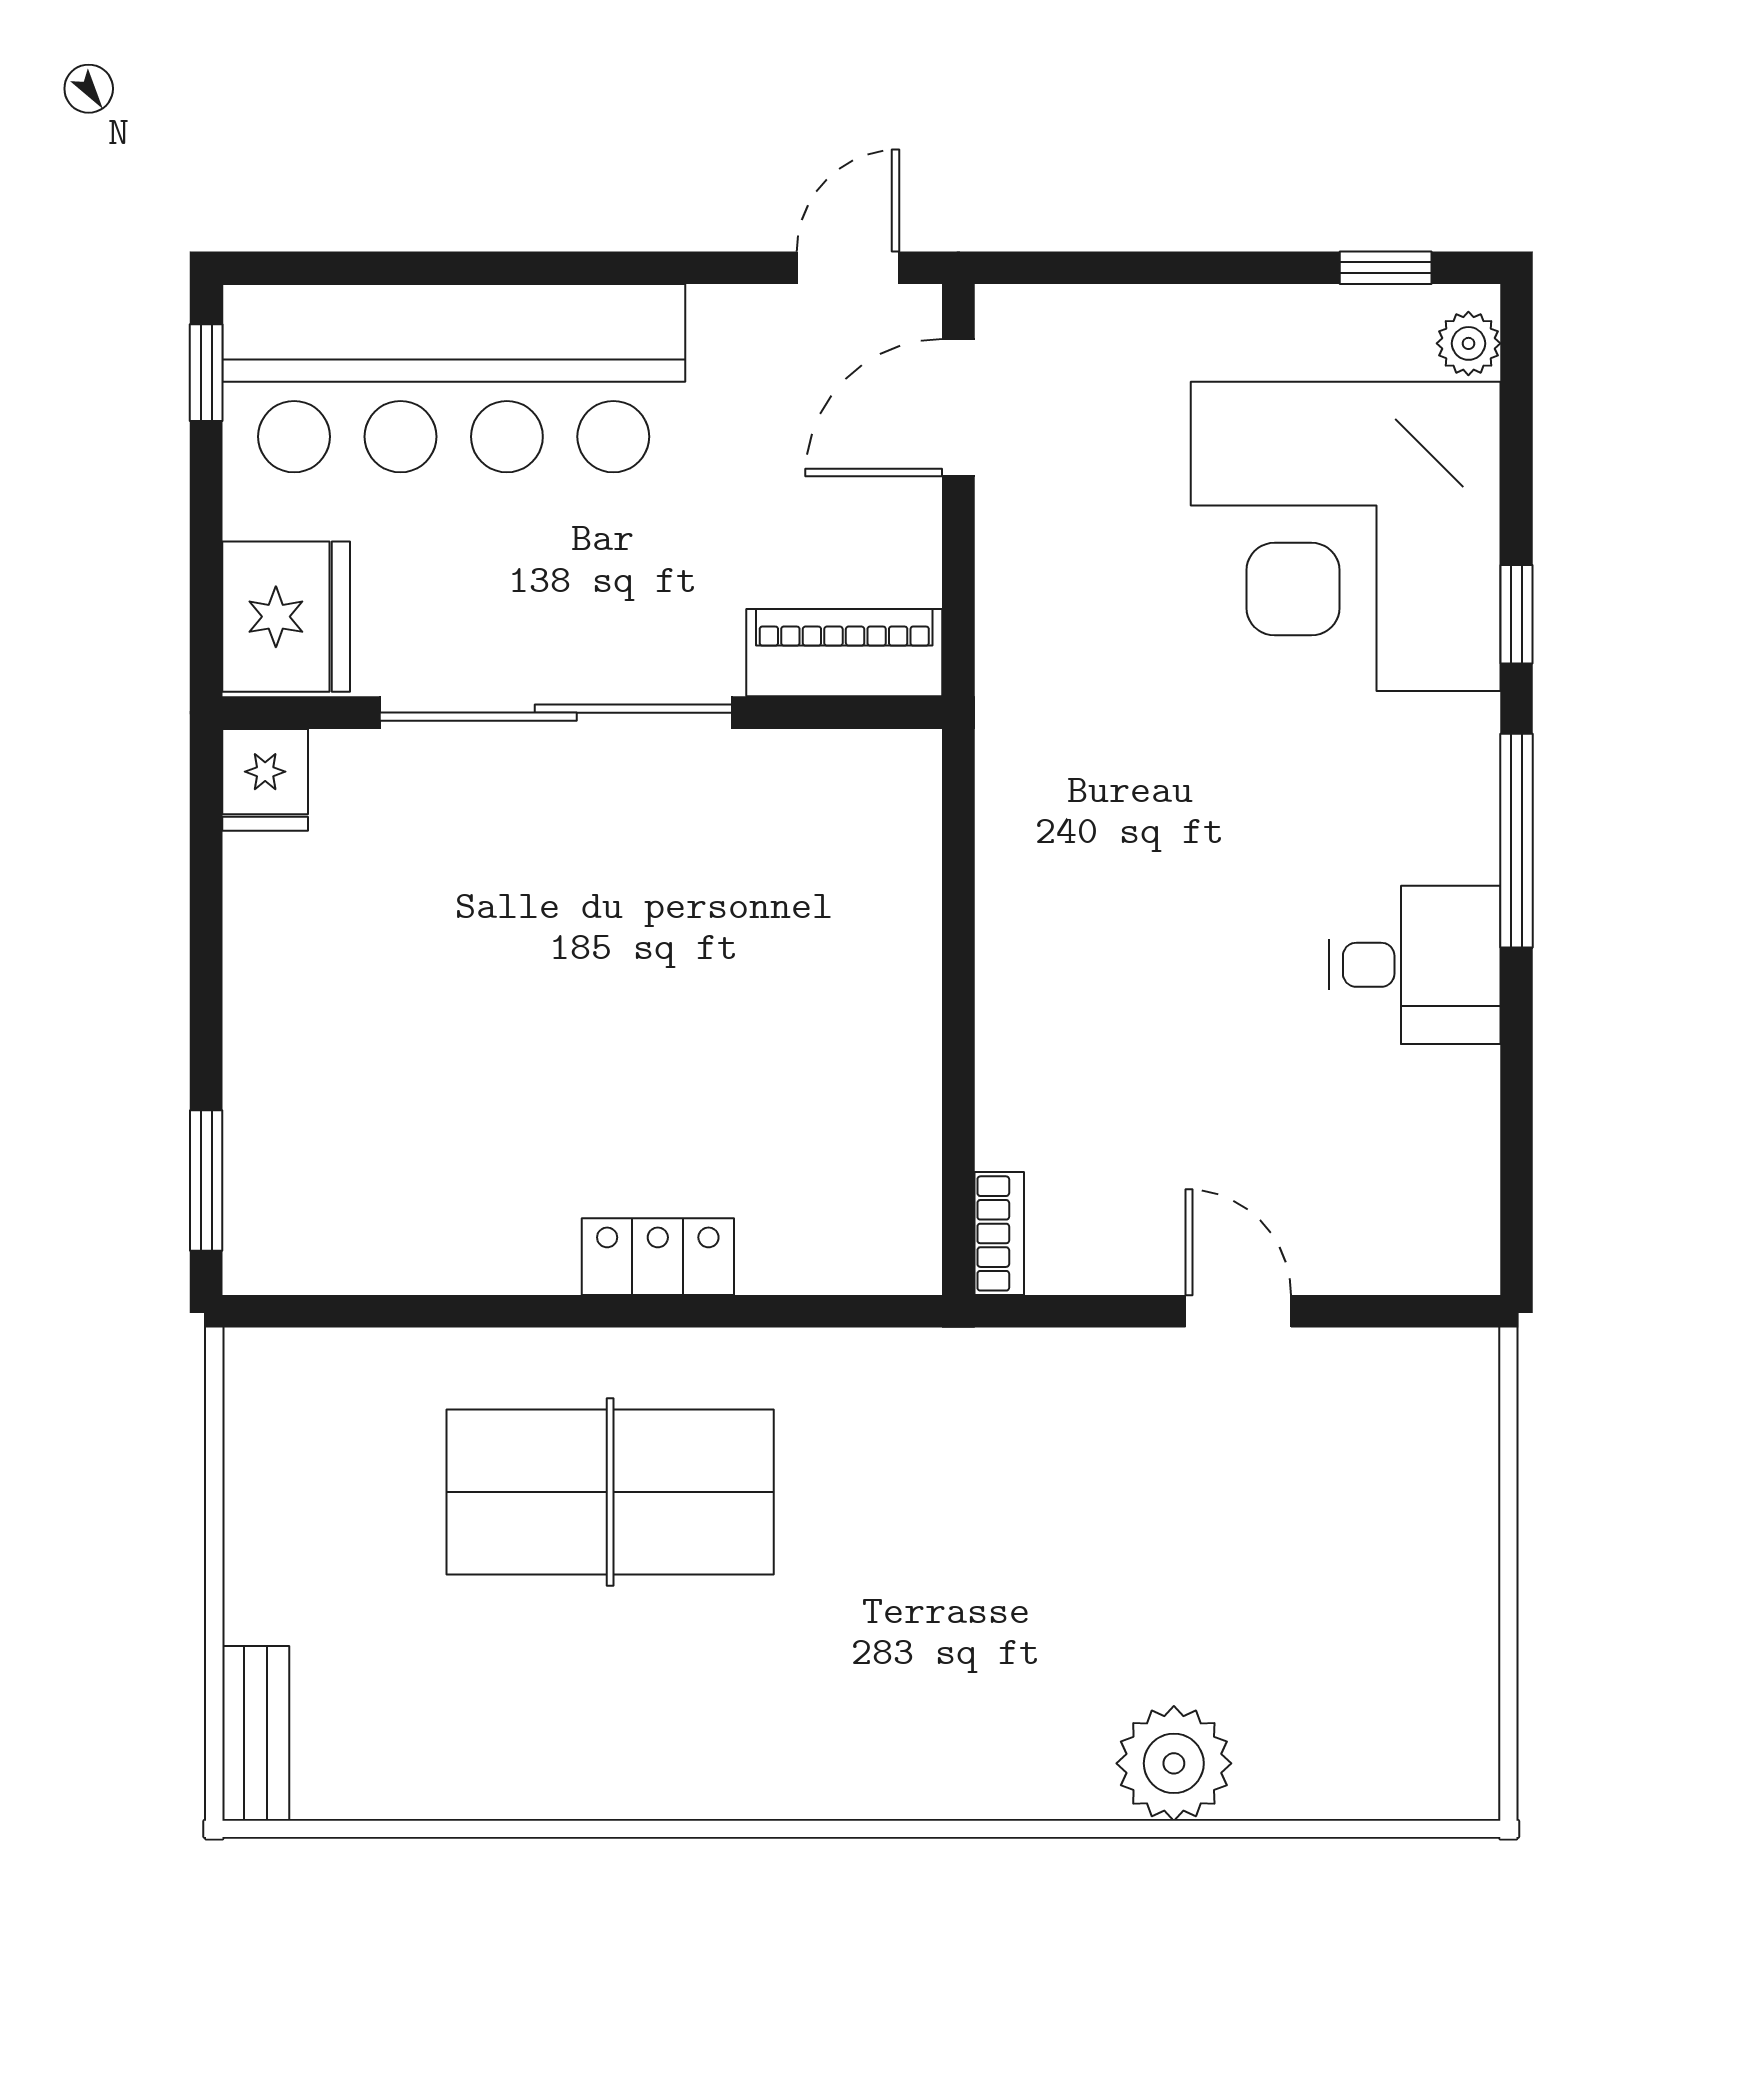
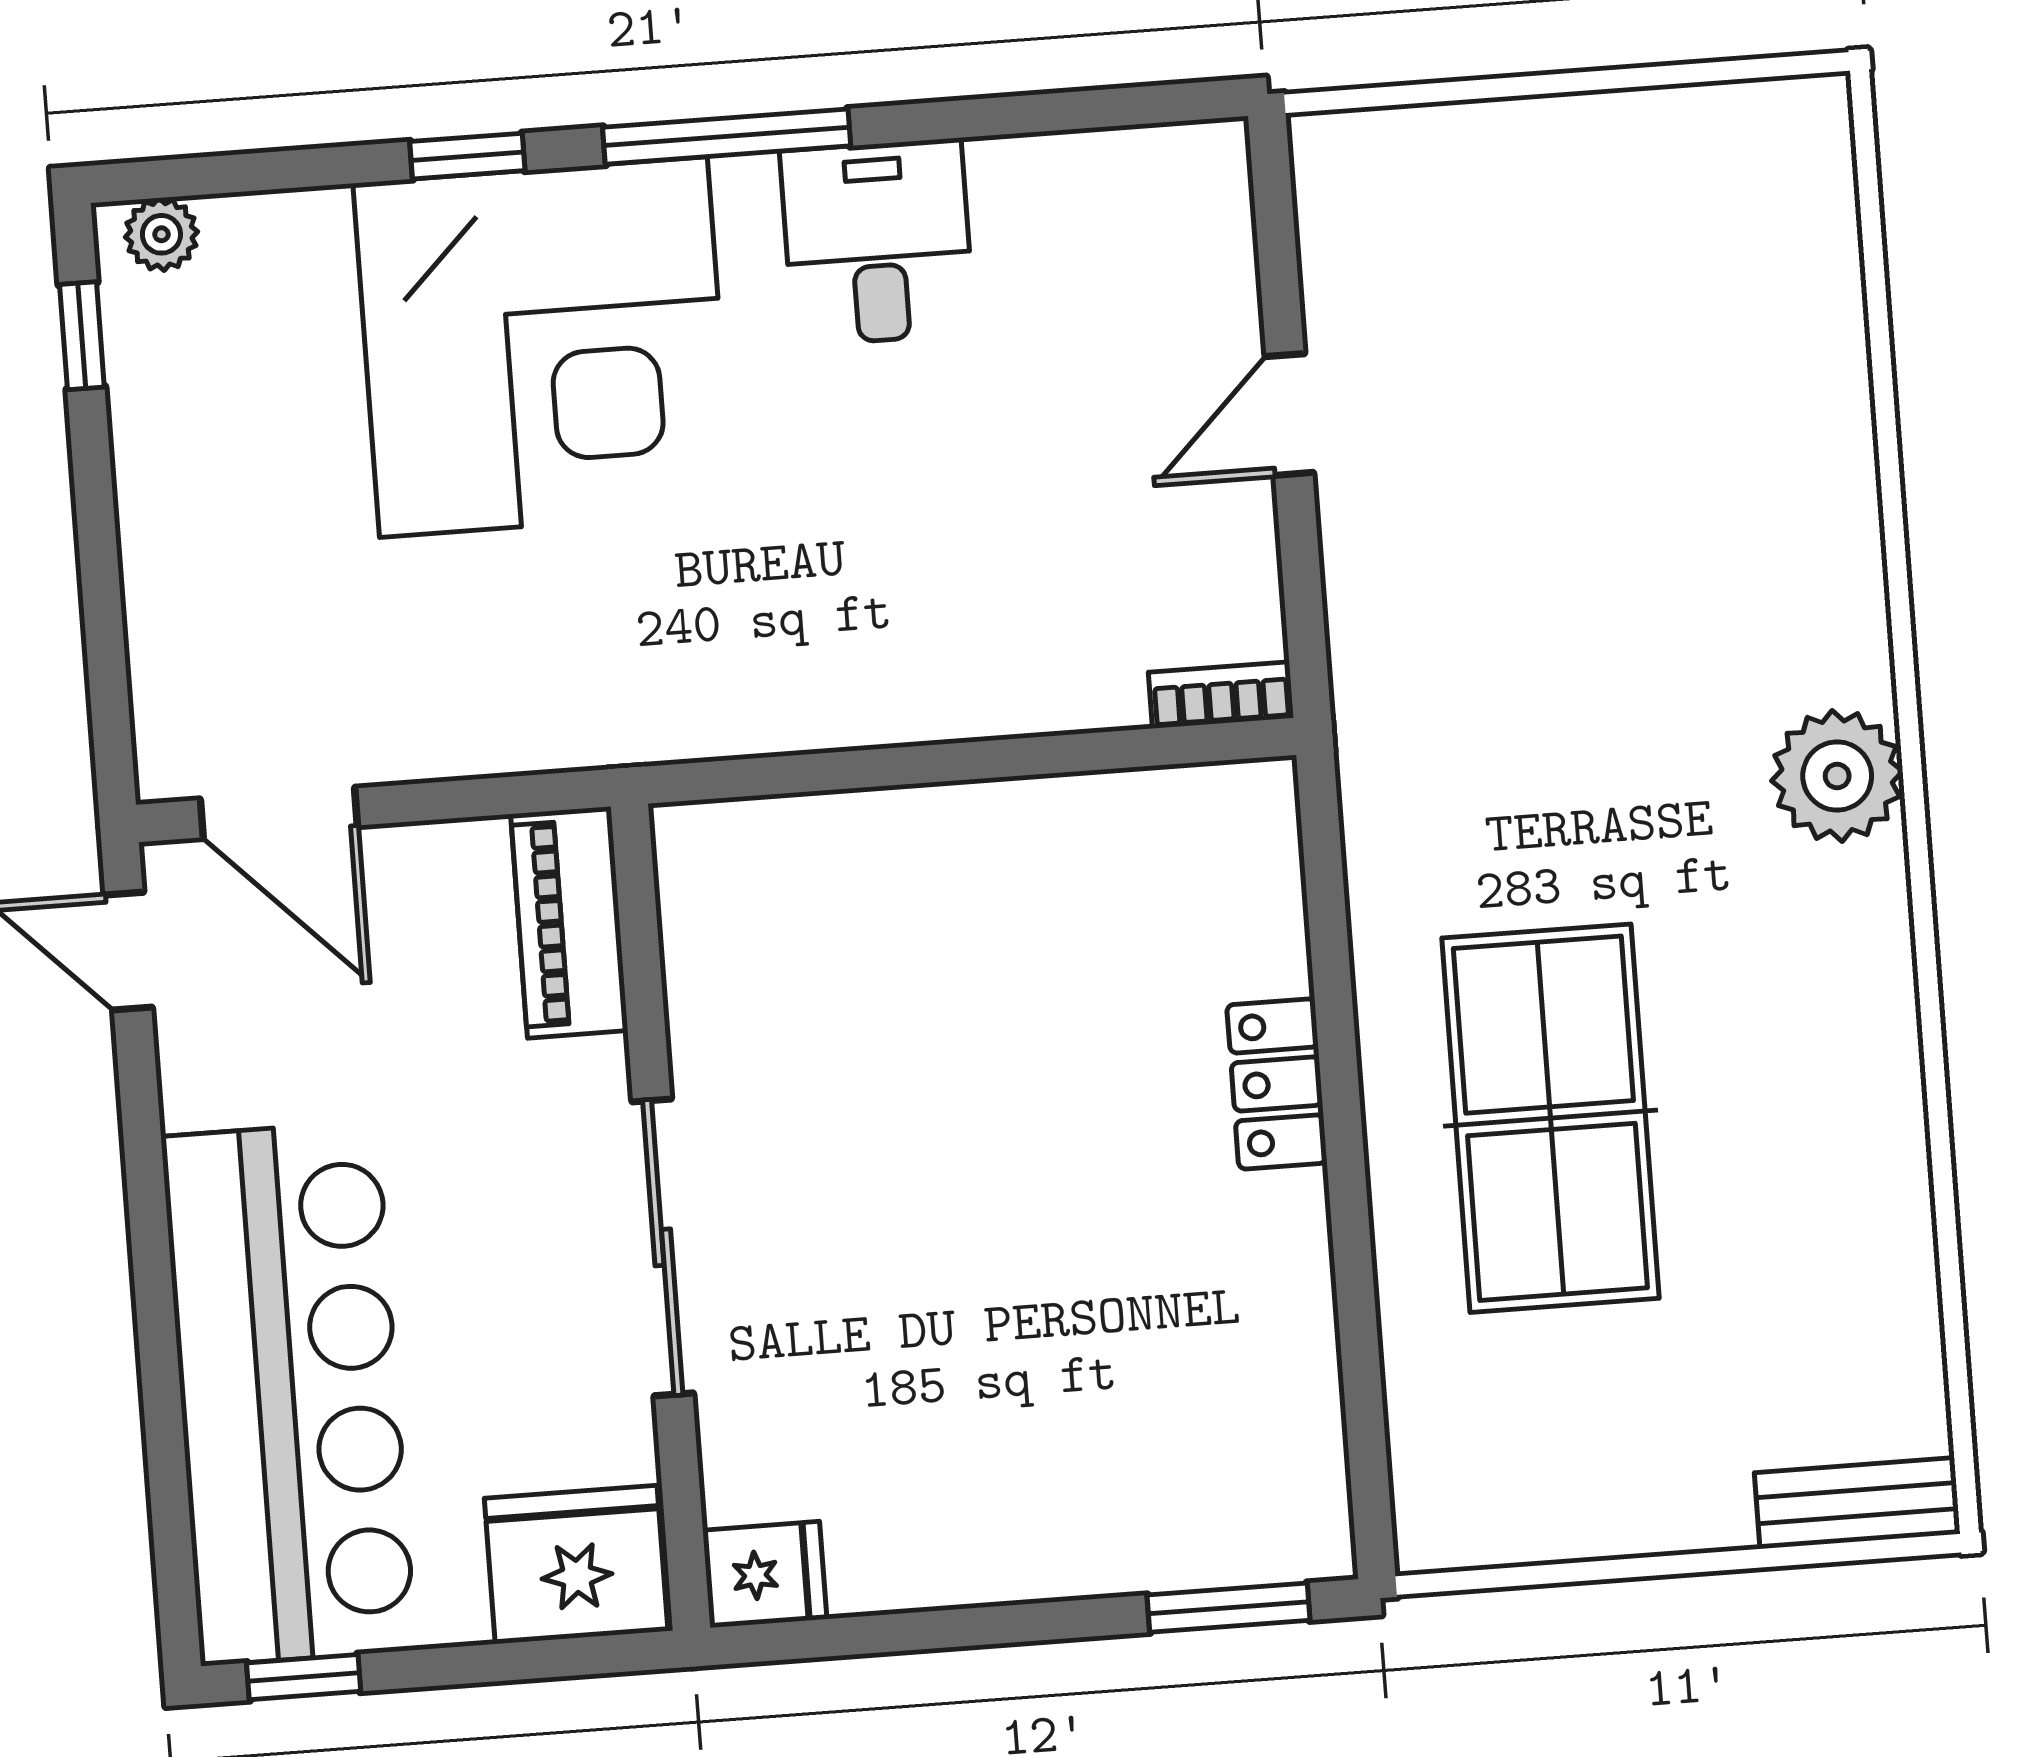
corner desk: (1346, 536) -> (543, 347), moved
sliding door: (556, 713) -> (663, 1247), width x0.73
plant: (1174, 1763) -> (1837, 776), moved

